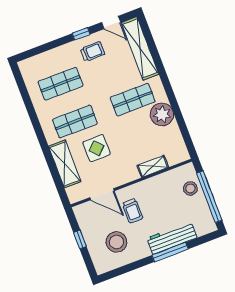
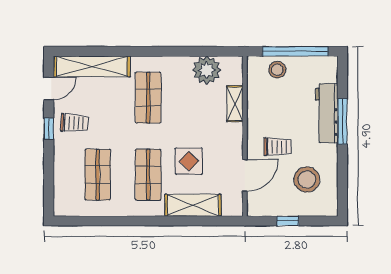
trolley: (93, 52) -> (74, 123), turned 93
plant: (162, 114) -> (207, 70), moved

